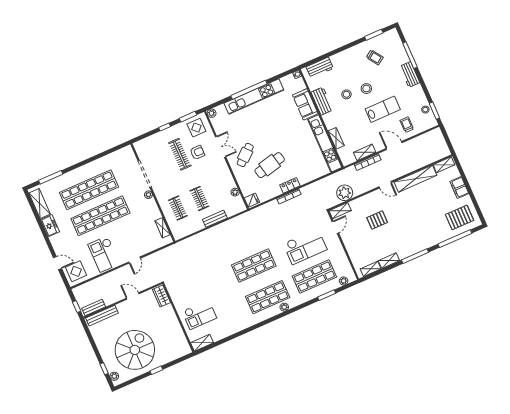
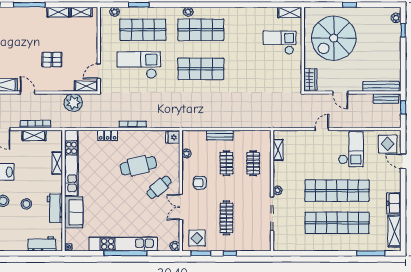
armchair: (197, 152) -> (200, 183), moved
locker: (290, 185) -> (108, 135), moved
spiral stairs: (135, 350) -> (334, 38), moved

